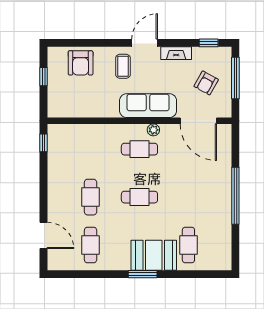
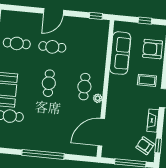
armchair: (206, 83) -> (145, 146), moved
sofa: (148, 106) -> (120, 53), moved
door: (44, 235) -> (53, 12), moved

